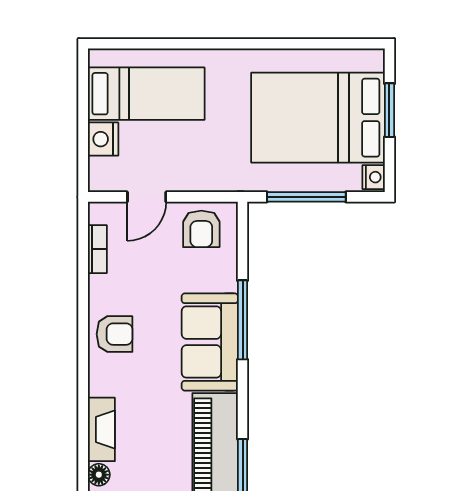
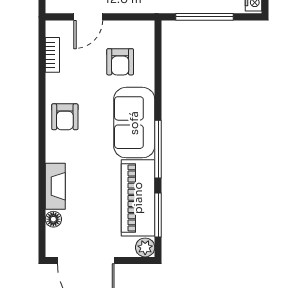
armchair: (201, 229) -> (120, 62), moved
window: (243, 320) -> (158, 149), moved
armchair: (115, 334) -> (65, 117), turned 90

